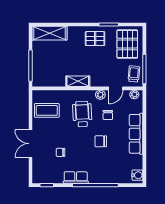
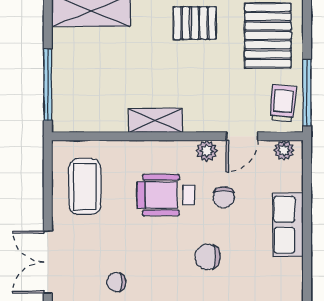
coffee table: (47, 110) -> (85, 187), turned 90
wheelchair: (82, 114) -> (166, 195), turned -87
row of seats: (136, 134) -> (288, 225), width x0.68

